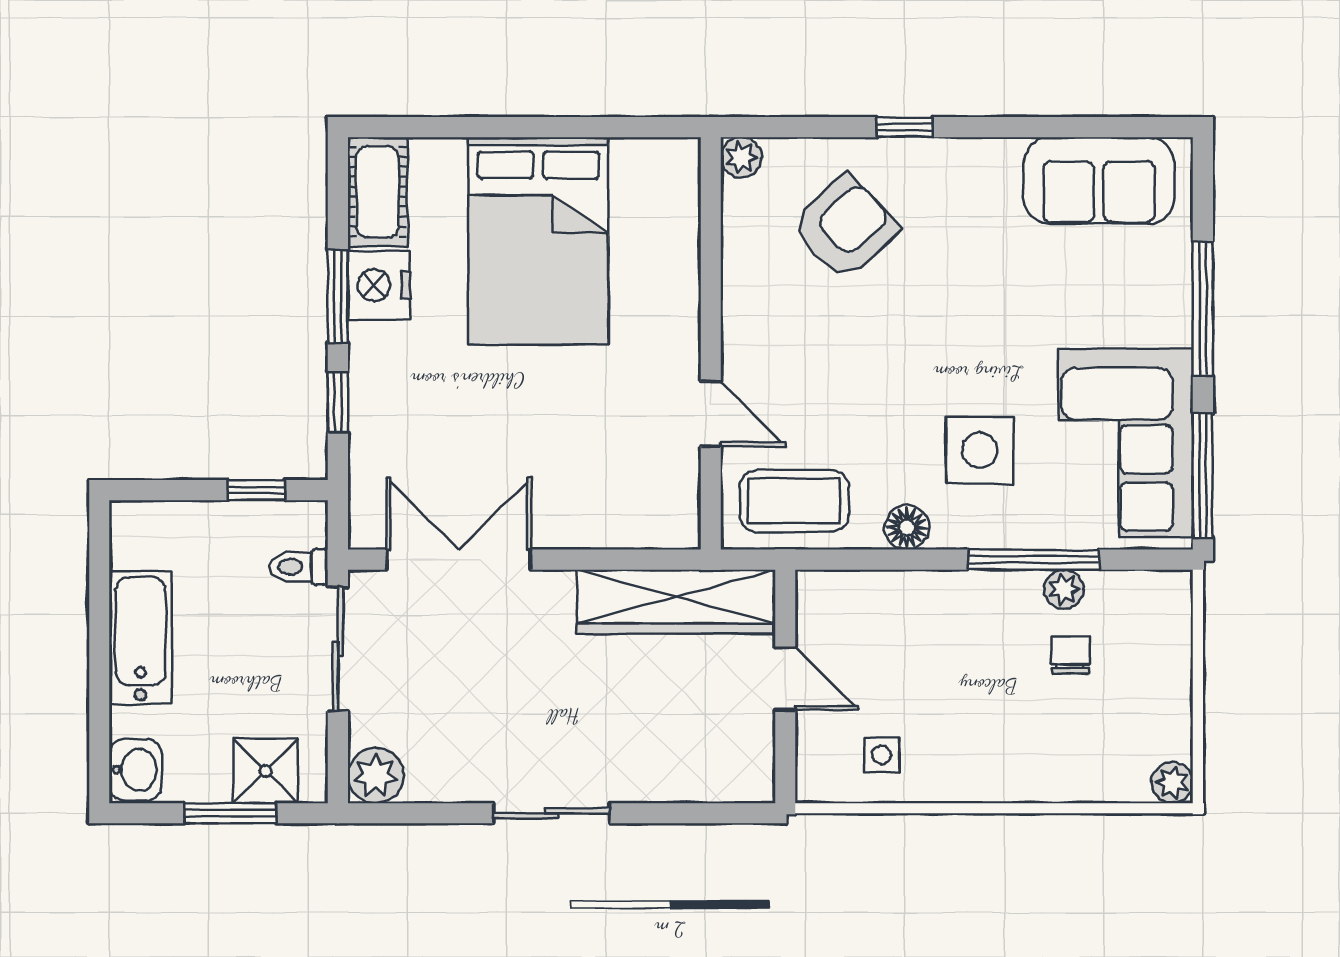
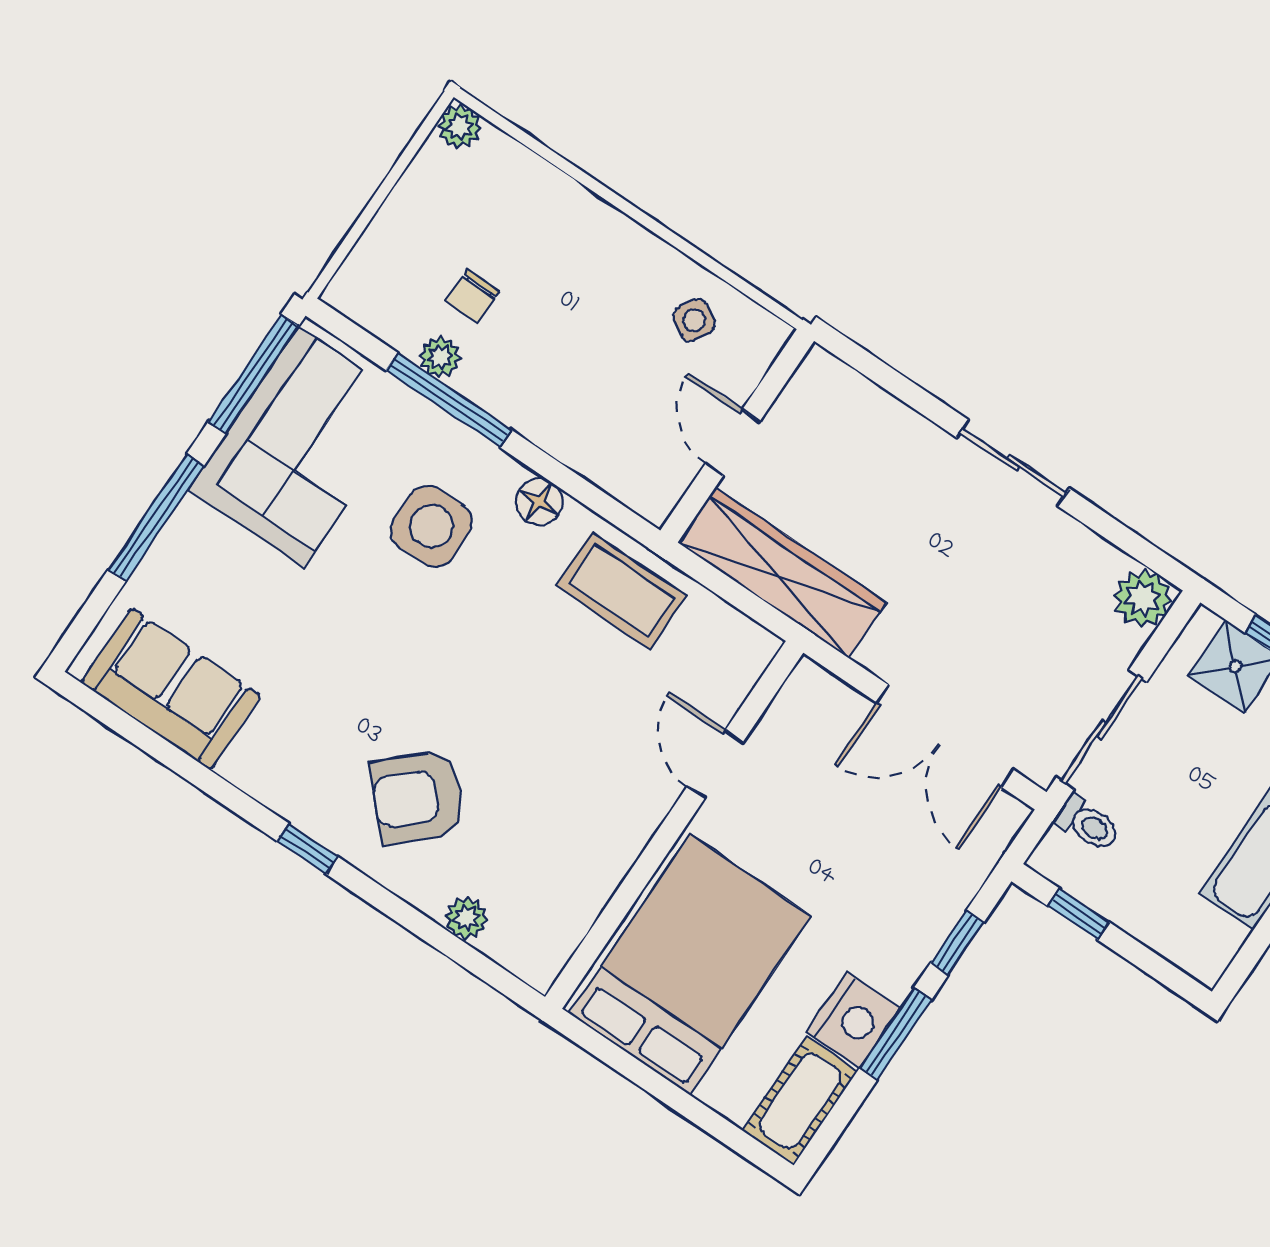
wall: (711, 343) -> (674, 825), moved
door: (711, 414) -> (715, 764), moved
side table: (882, 755) -> (694, 320), turned 31

